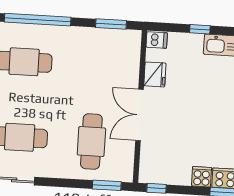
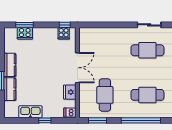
cafe table: (91, 142) -> (105, 95), moved
cooker: (202, 177) -> (64, 33), moved
window: (107, 185) -> (94, 25), removed

